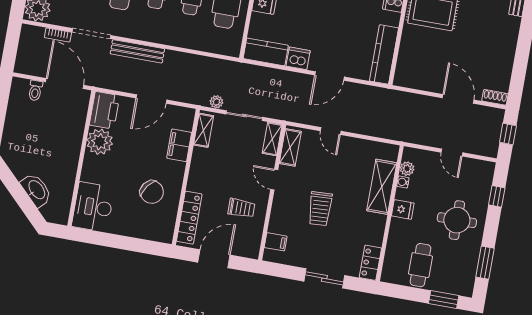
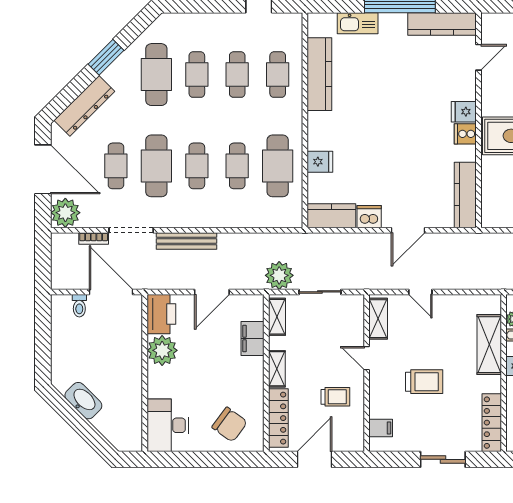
plant: (216, 102) -> (279, 275), width x1.88, depth x1.88
shelving: (272, 139) -> (277, 369), moved
washbasin: (36, 190) -> (83, 401), moved
chair: (152, 192) -> (230, 425), moved
trolley: (320, 209) -> (424, 382), turned -87
locker: (370, 263) -> (492, 423), width x1.53

